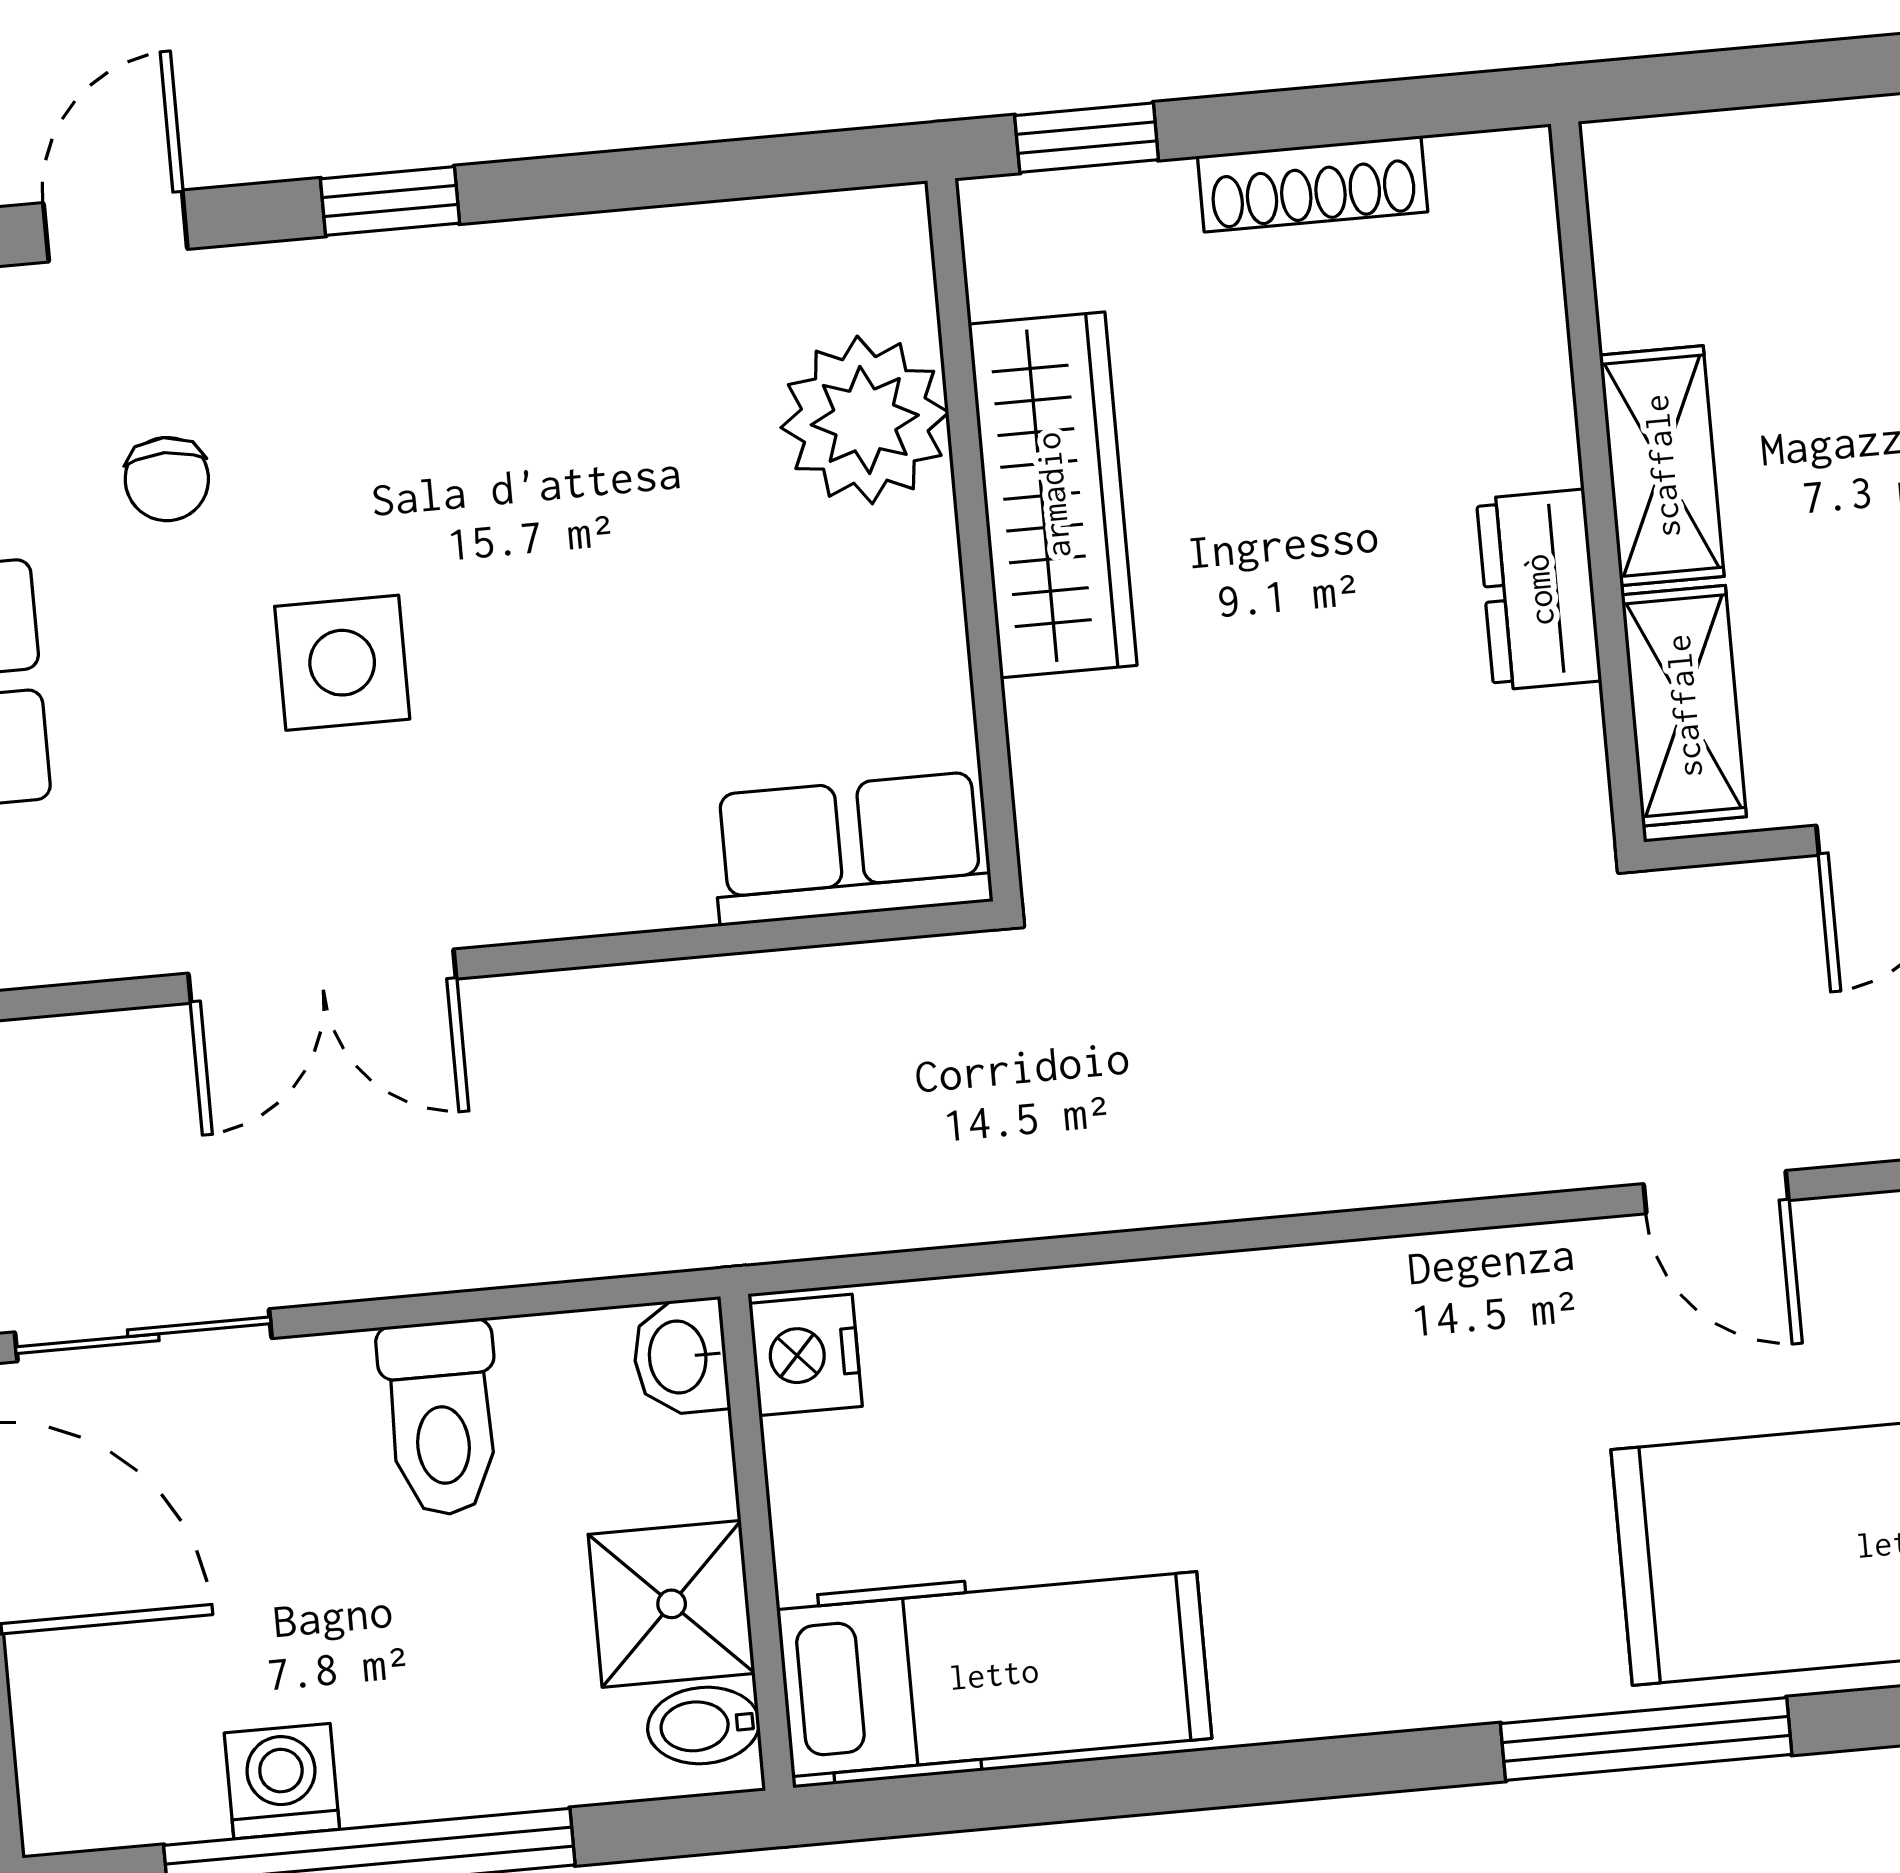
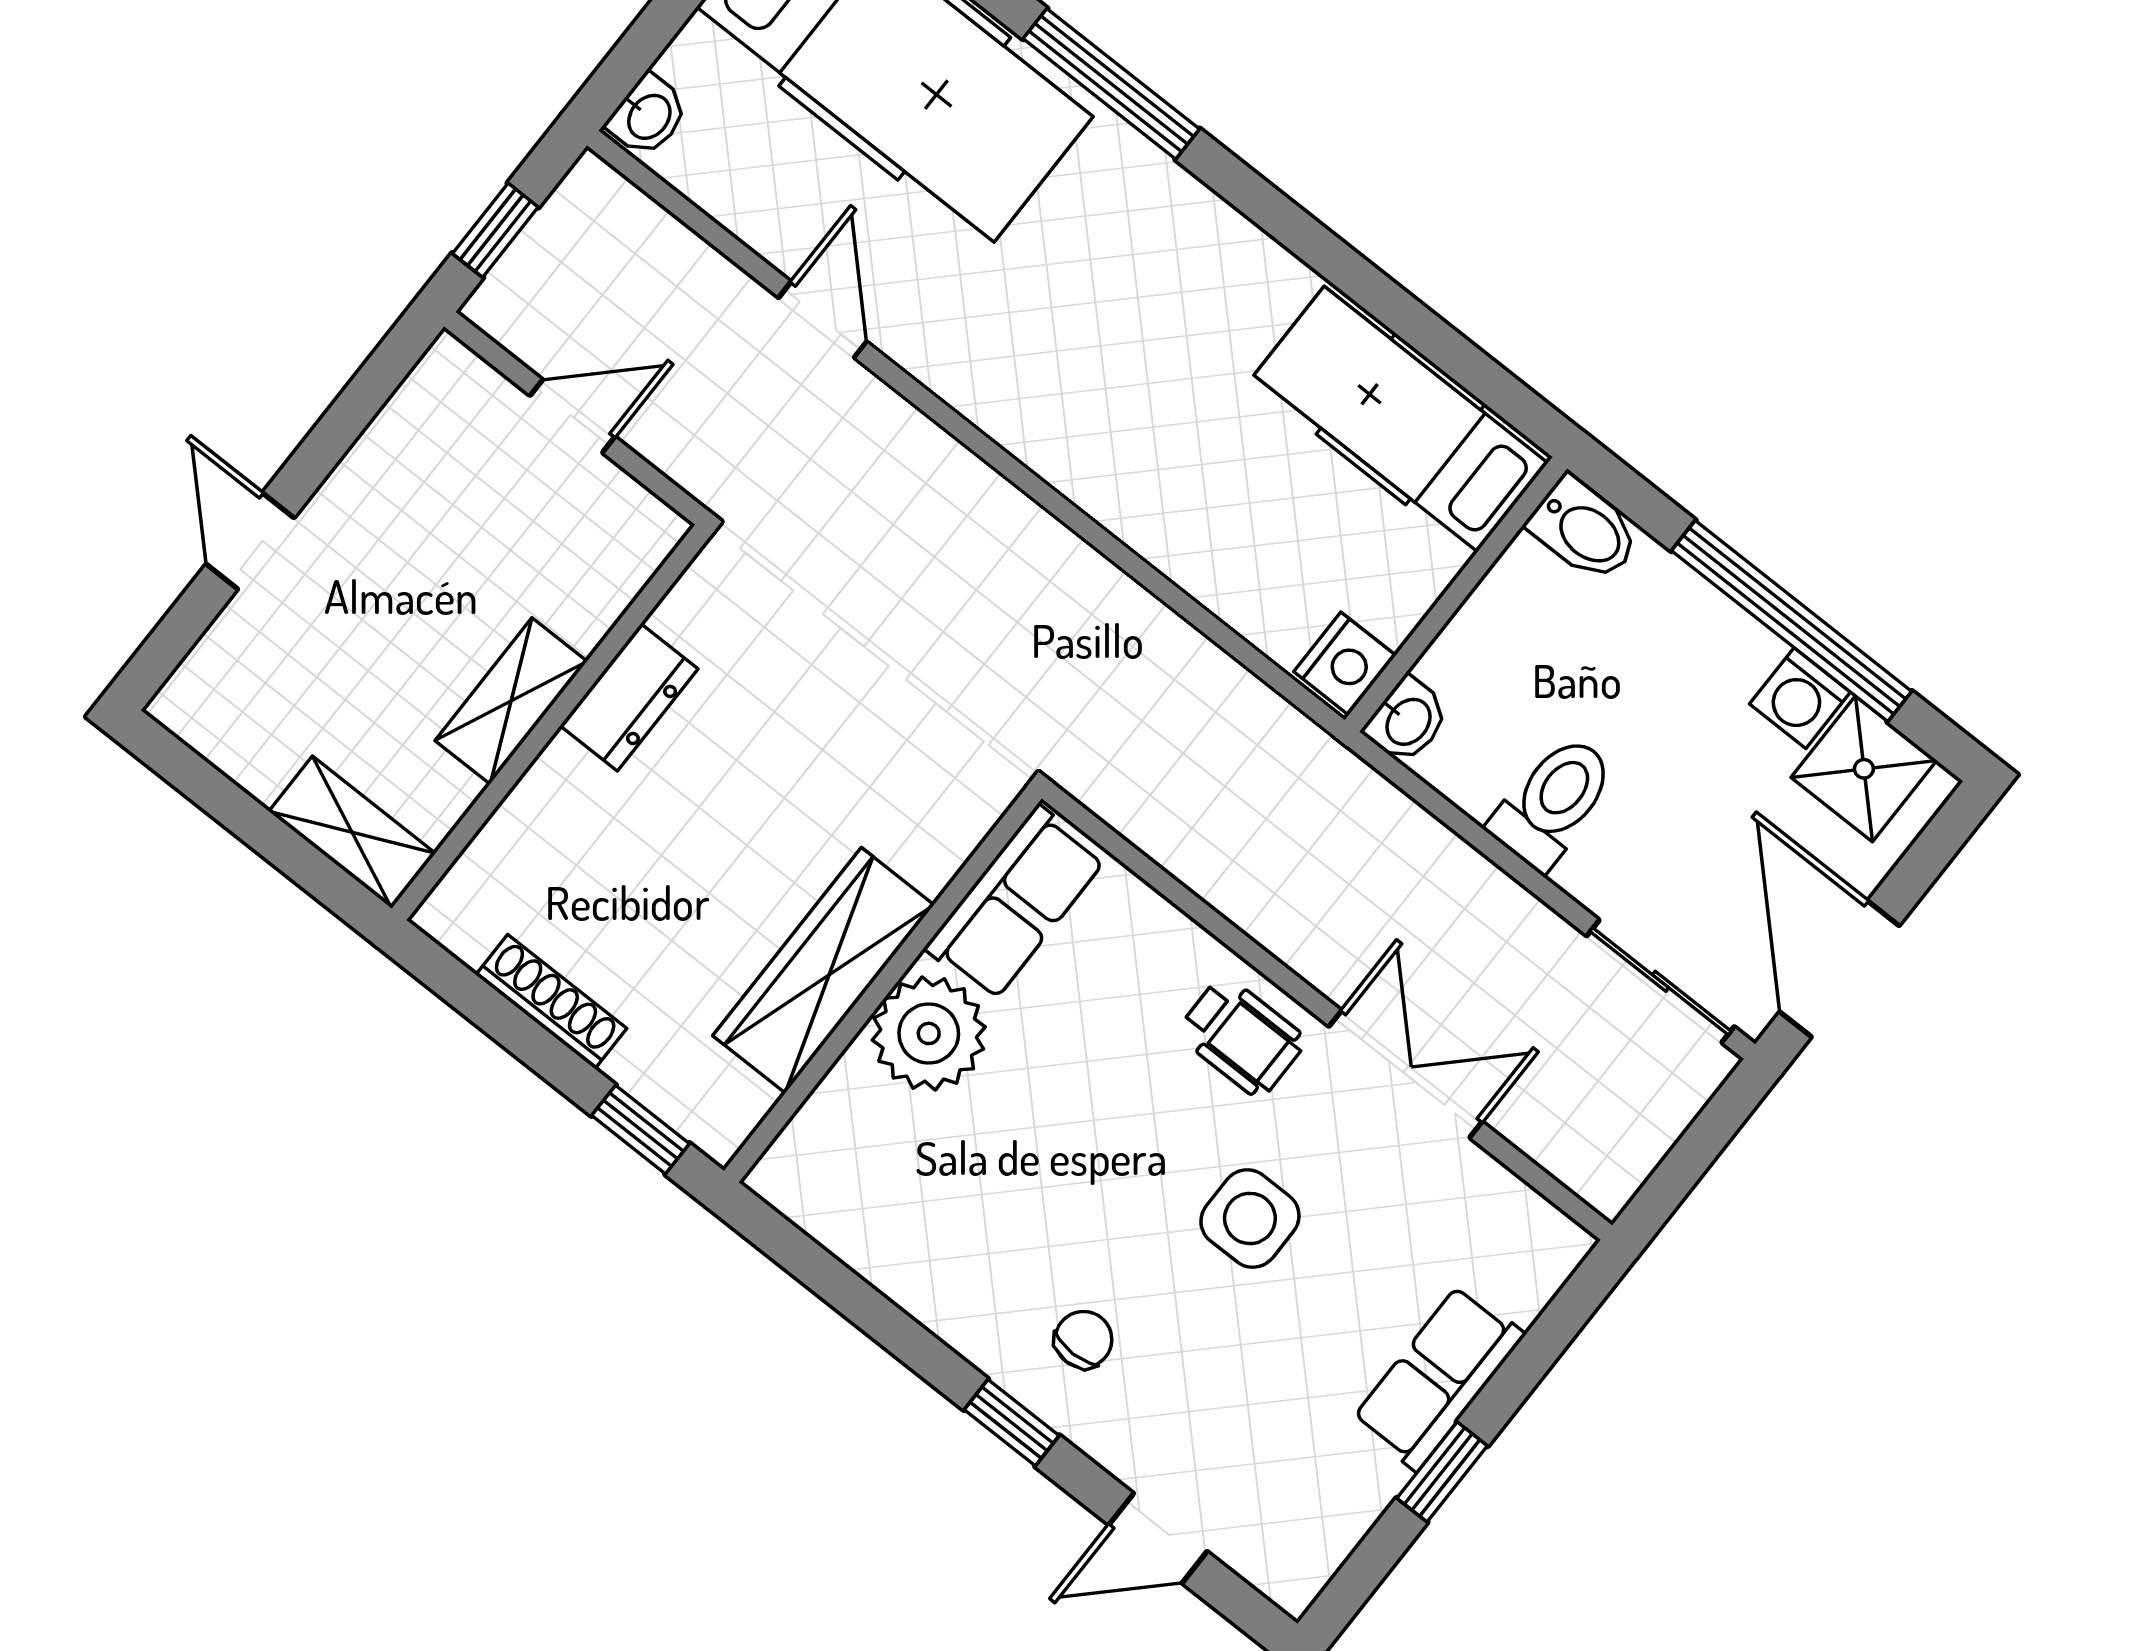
plant: (865, 420) -> (929, 1033), moved
chair: (167, 479) -> (1083, 1340), moved
shelving: (1684, 706) -> (352, 832), moved, turned 90
row of seats: (851, 848) -> (1015, 903), moved, turned -90
wheelchair: (536, 849) -> (1242, 1037), added
shower: (672, 1604) -> (1864, 769), moved
bidet: (703, 1725) -> (1584, 530), width x1.38, depth x1.36

